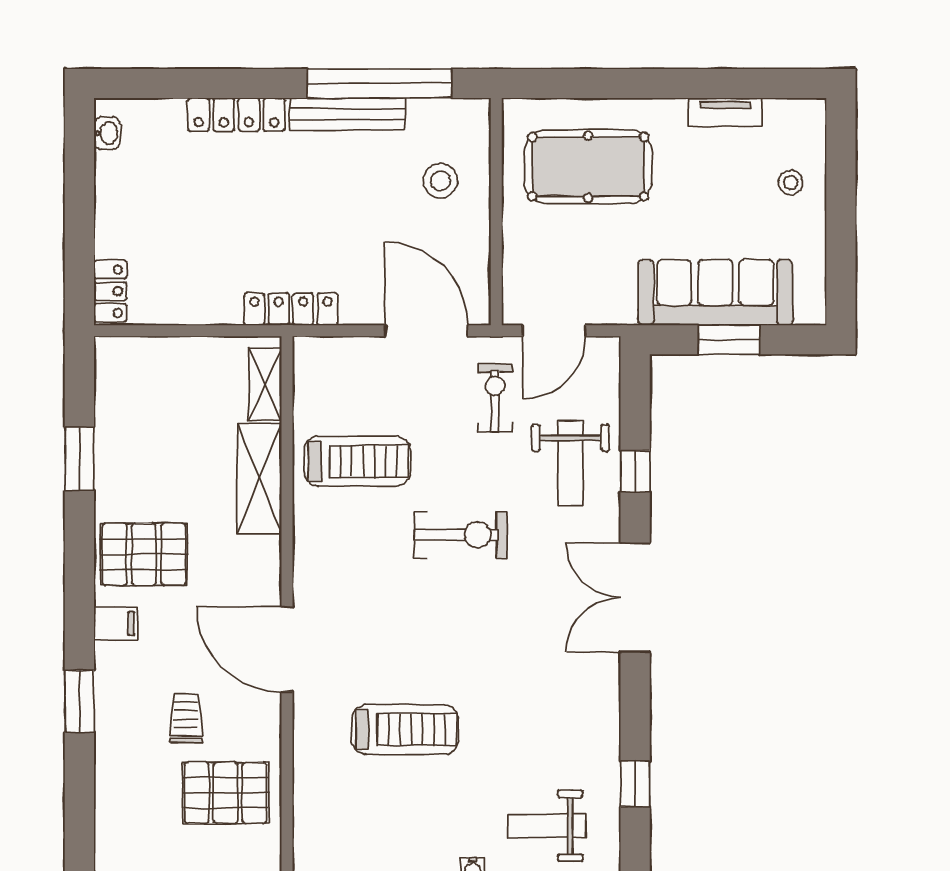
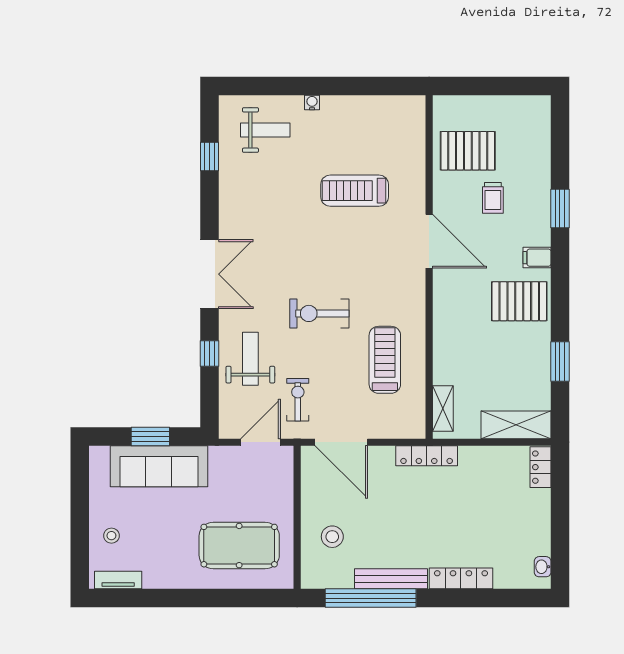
tv unit: (725, 112) -> (118, 580), moved
exercise bike: (495, 398) -> (298, 400), turned 180
treadmill: (357, 461) -> (385, 360), turned 90
shelving: (259, 479) -> (516, 425), moved, turned 90

